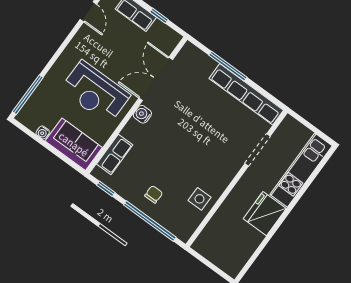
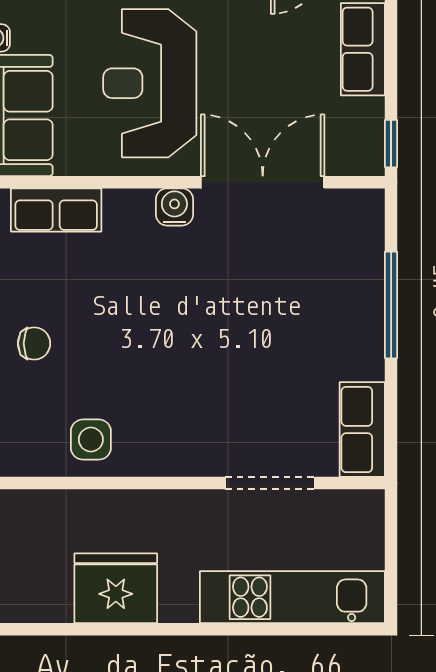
window: (159, 16) -> (391, 144), moved
row of seats: (246, 94) -> (362, 430), width x0.50
fridge: (265, 214) -> (116, 588), moved

